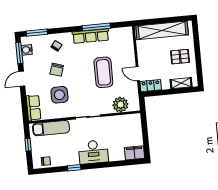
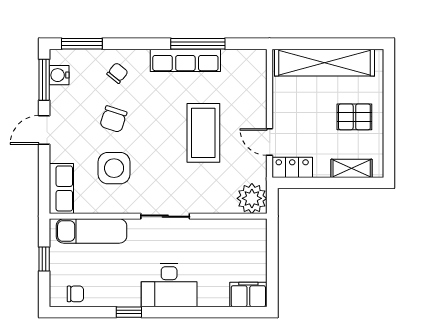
plant: (120, 105) -> (252, 198), moved

